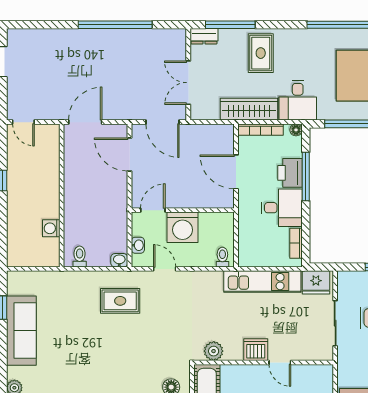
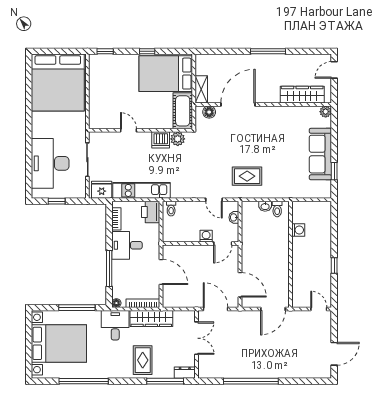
printer: (290, 173) -> (151, 212), moved, turned 180
washing machine: (183, 227) -> (206, 236), width x0.53, depth x0.53
washbasin: (119, 260) -> (265, 206), moved
dishwasher: (256, 350) -> (161, 140), moved

